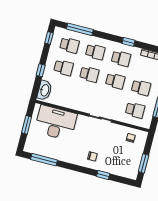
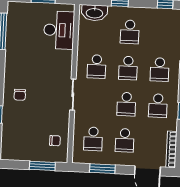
school desk: (69, 45) -> (97, 67), moved
desk: (56, 123) -> (59, 30), width x0.73, depth x0.77
window: (144, 163) -> (42, 166), moved

